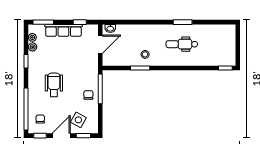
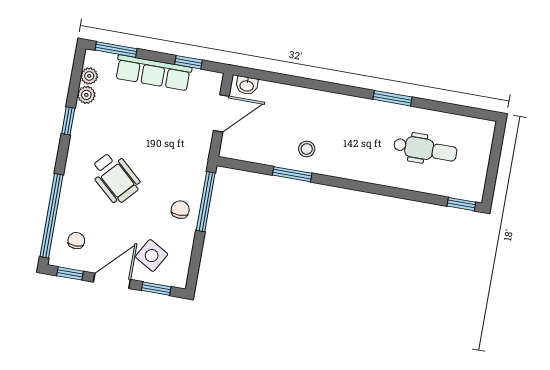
dental chair: (182, 44) -> (425, 149), moved, turned 180
wheelchair: (54, 85) -> (115, 178), turned 132

